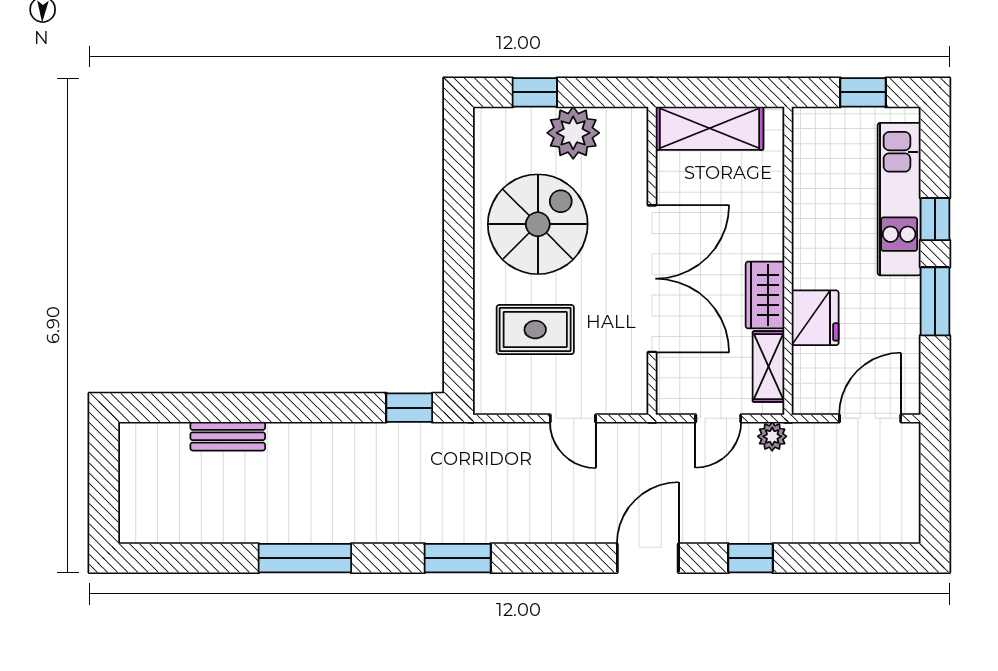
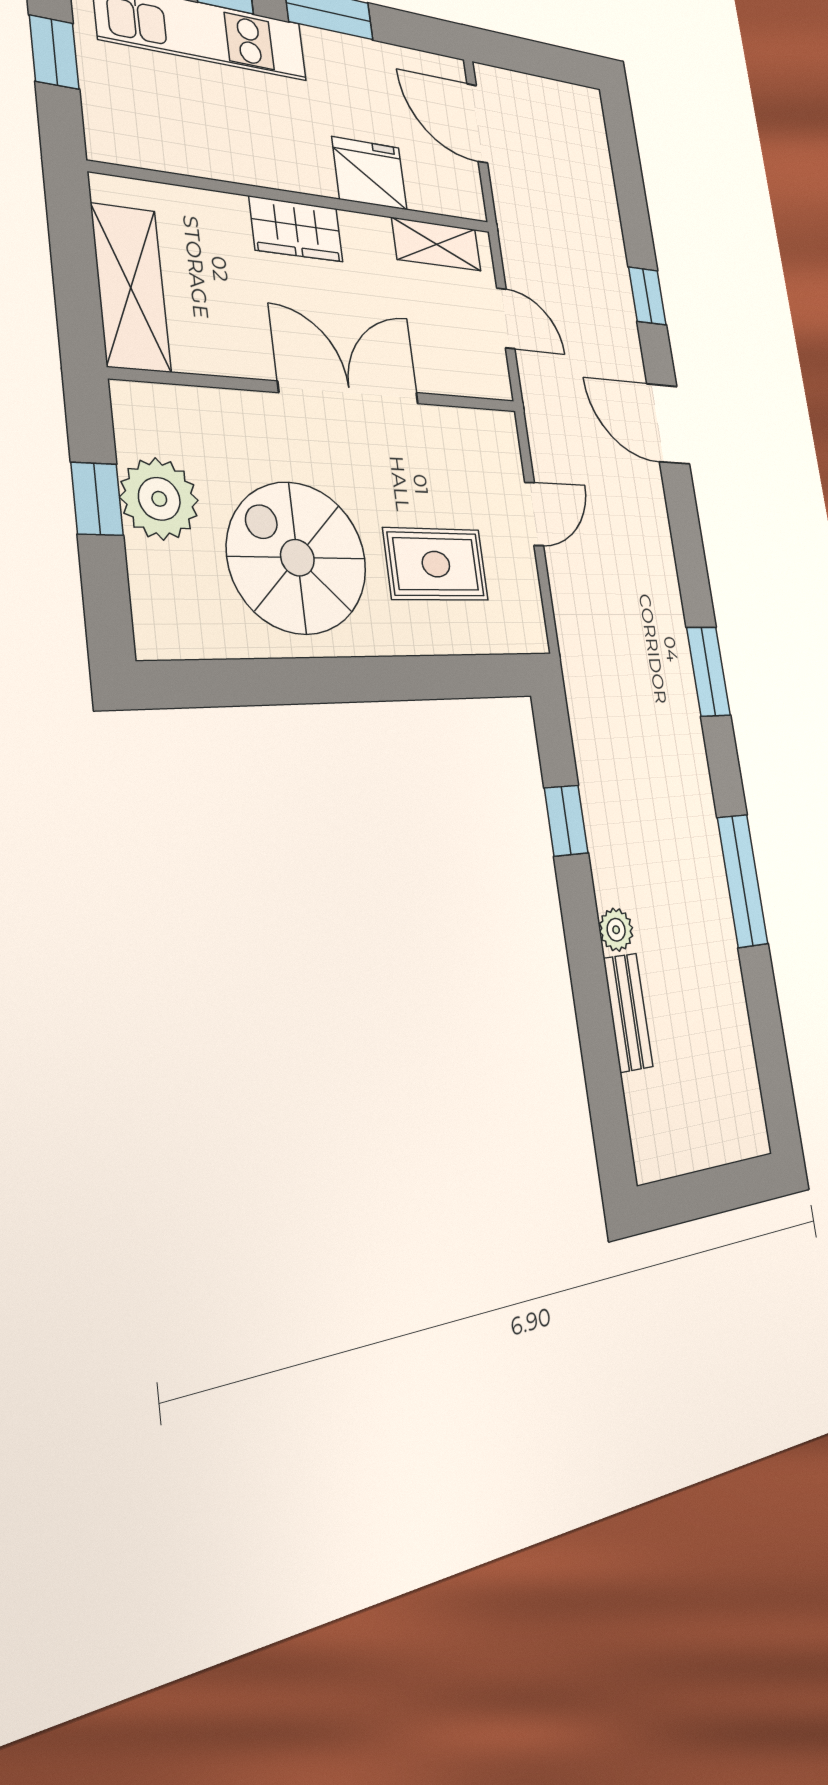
window: (535, 92) -> (97, 499), moved
double door: (652, 279) -> (349, 393), width x0.73
wardrobe: (765, 295) -> (296, 229), moved
rug: (535, 330) -> (436, 564), turned 90
window: (409, 408) -> (566, 820), moved
plant: (772, 436) -> (616, 930), moved

